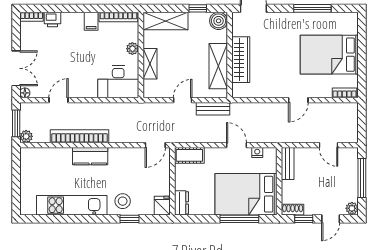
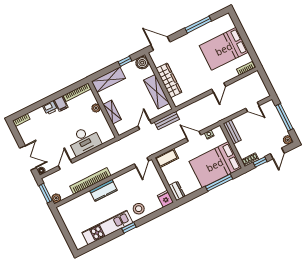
printer: (53, 20) -> (50, 108), moved
desk: (118, 82) -> (84, 140), moved
window: (130, 219) -> (129, 228), moved

